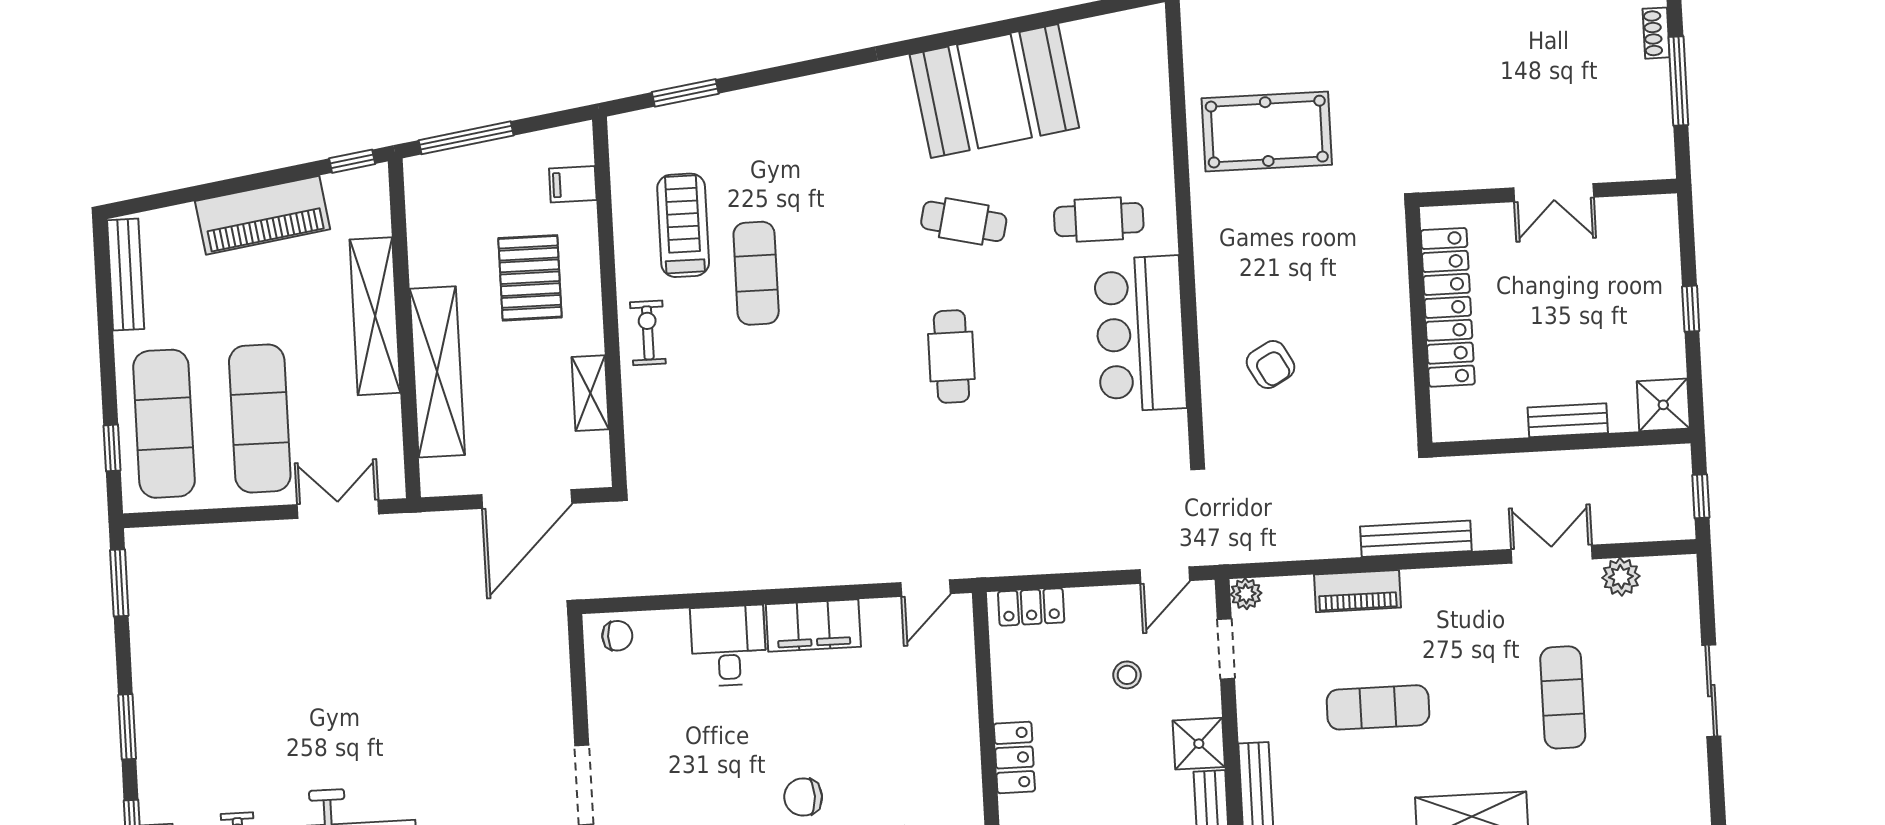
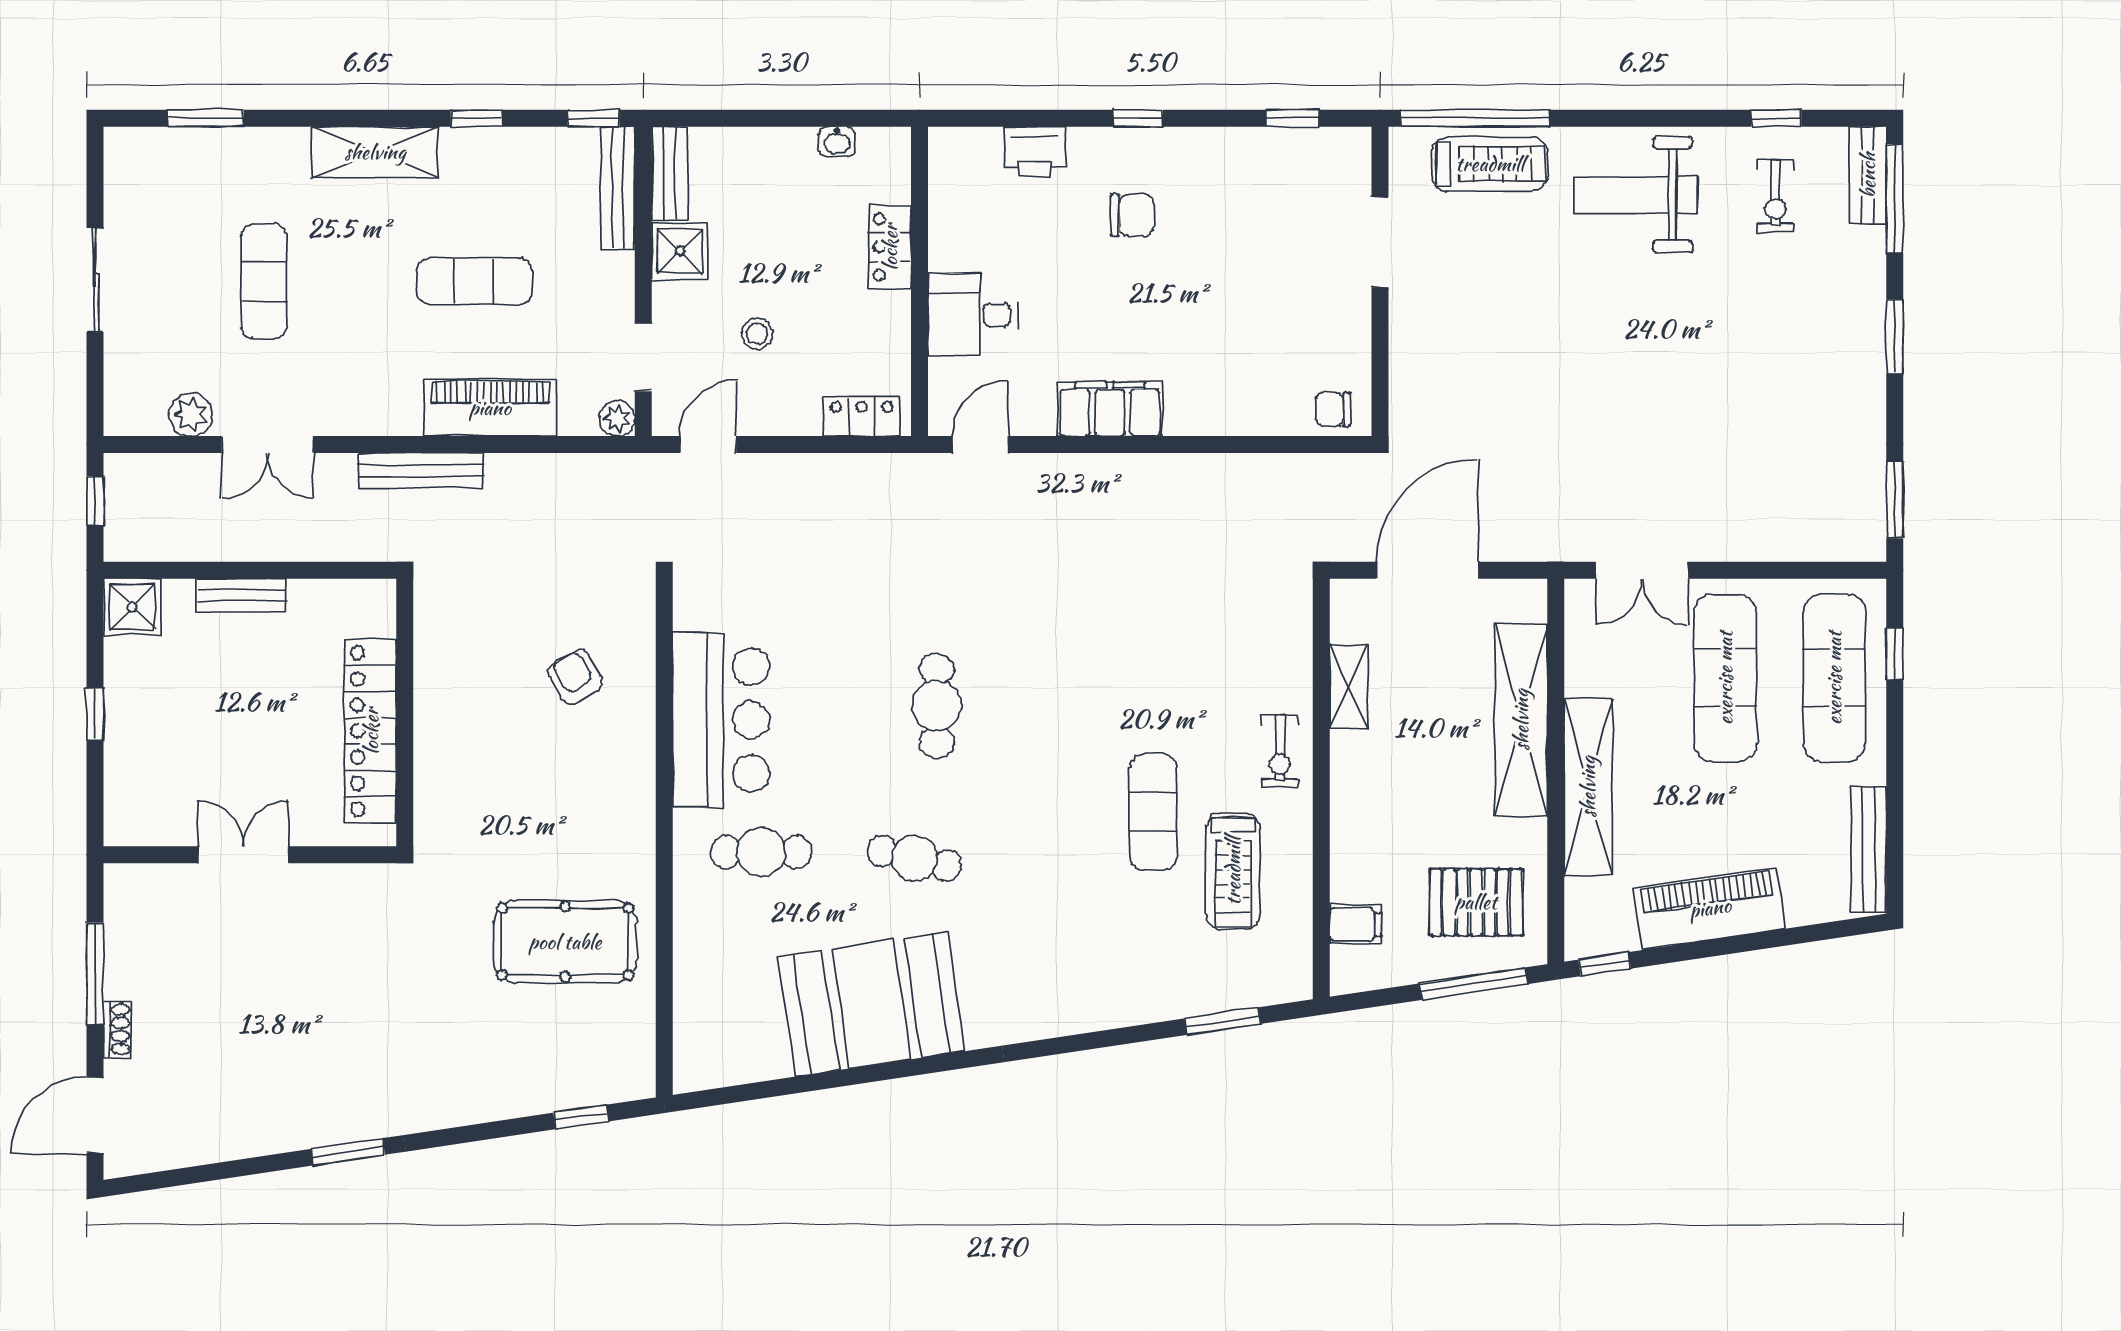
pallet: (530, 278) -> (1476, 902), moved, turned 90
piano: (1357, 591) -> (490, 408), width x1.37, depth x1.33
desk: (728, 646) -> (973, 315), moved, turned 90

